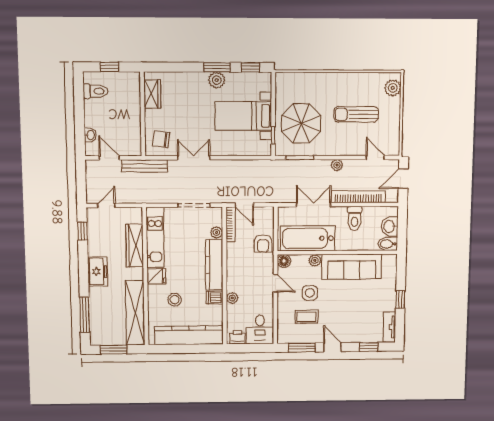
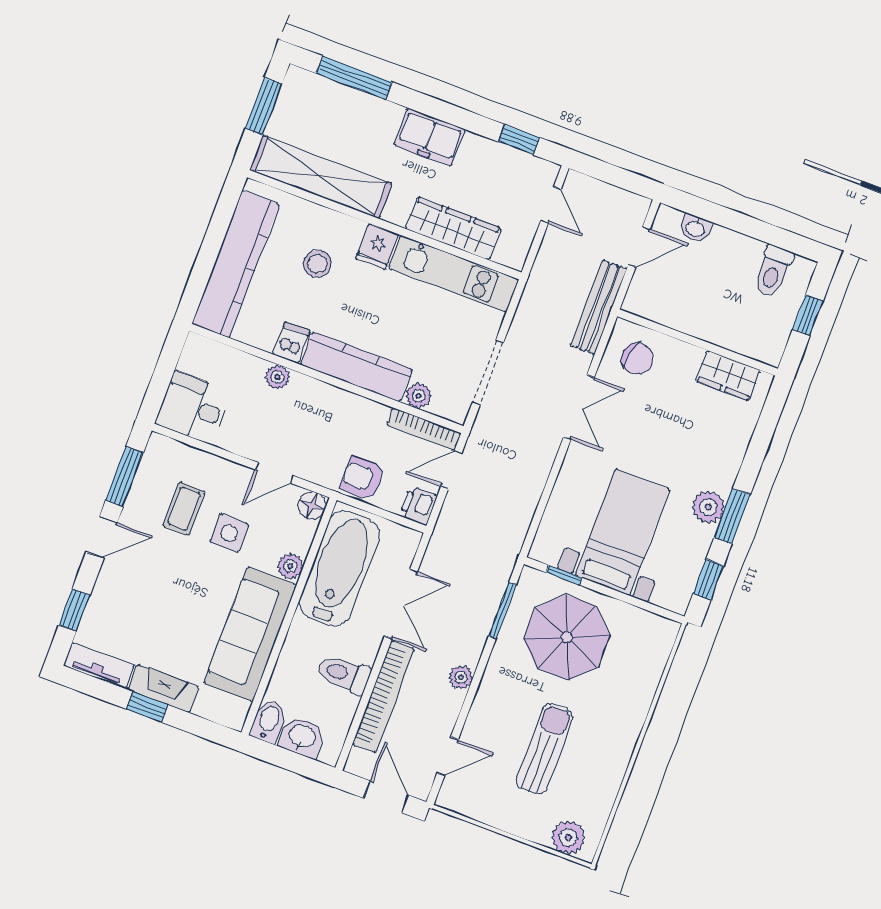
chair: (161, 139) -> (637, 359), turned 92
fireplace: (390, 295) -> (164, 688), added
printer: (237, 337) -> (418, 506), moved, turned 180

